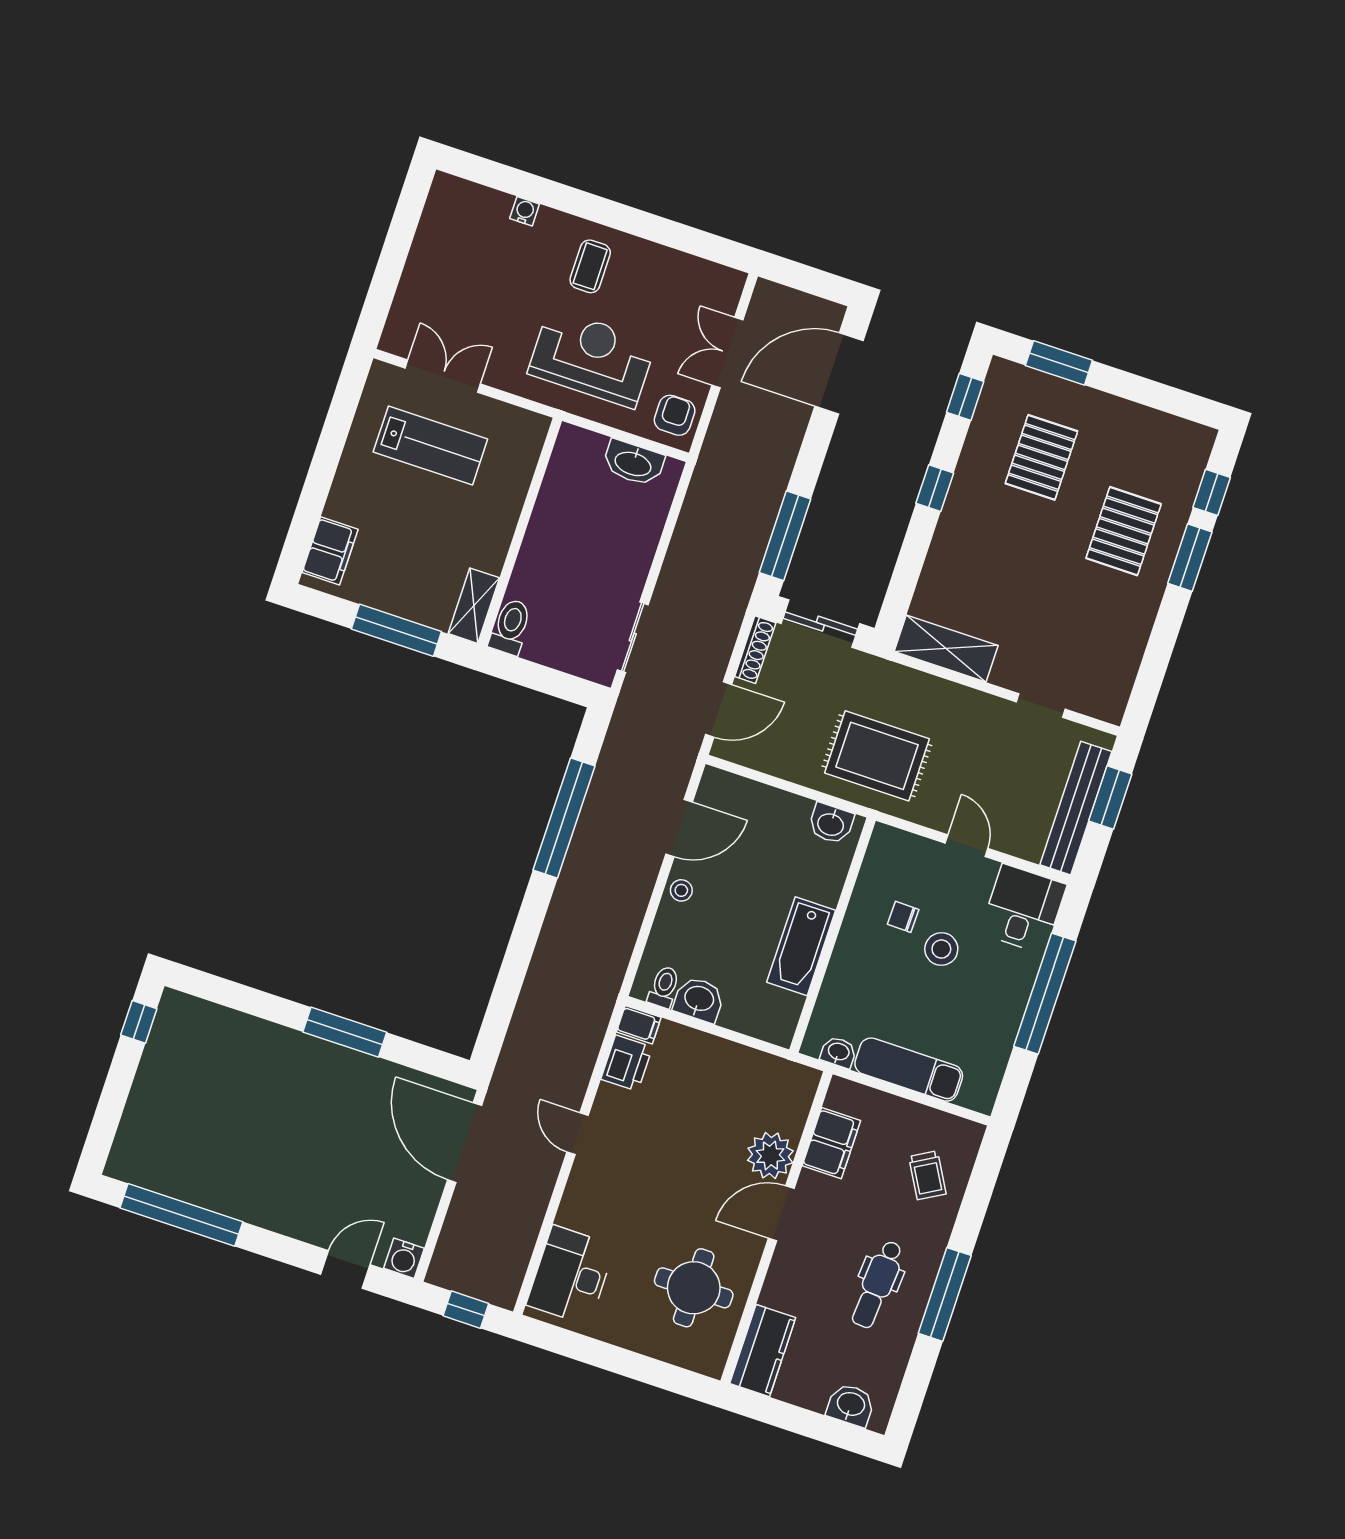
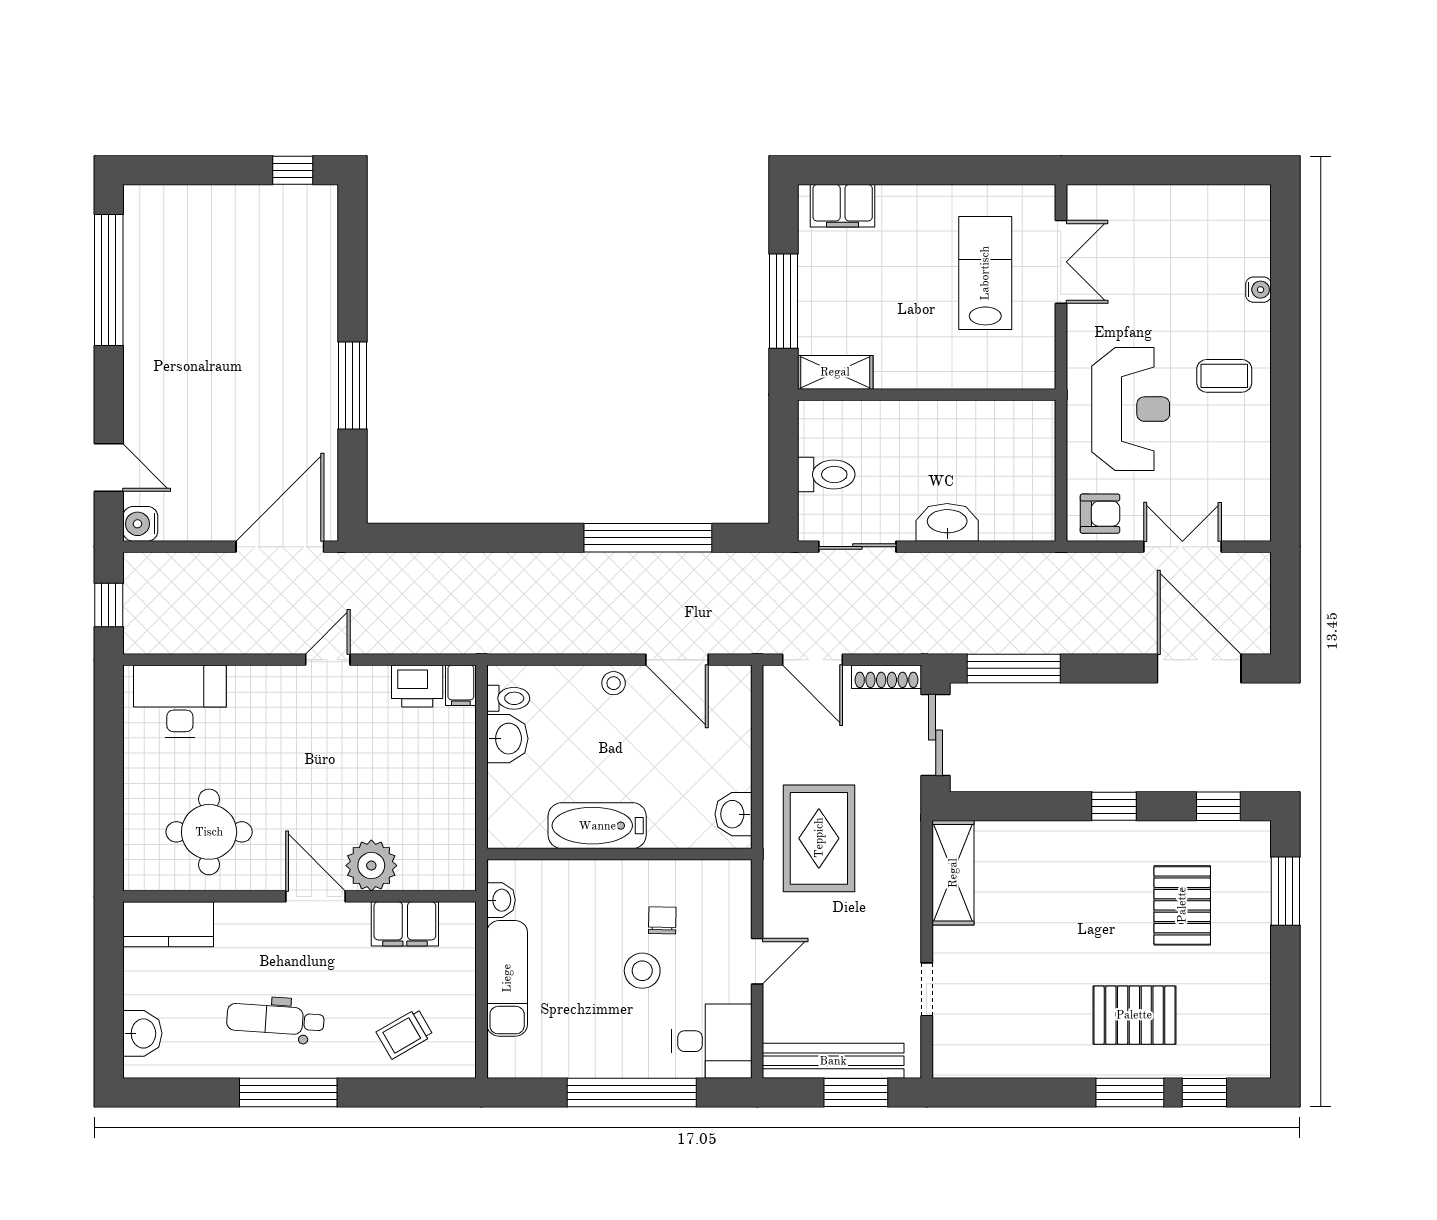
lab bench: (430, 446) -> (985, 273), turned 180
pallet: (1041, 457) -> (1182, 905), turned 90
washbasin: (633, 463) -> (947, 522), moved, turned 90
toilet: (510, 627) -> (826, 474), moved

